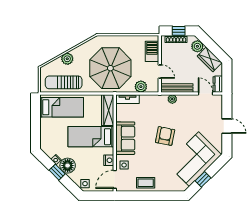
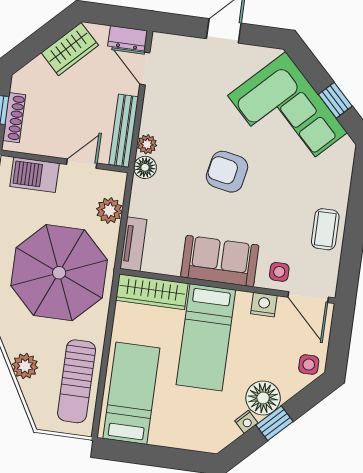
plant: (197, 46) -> (37, 72), removed
door: (205, 94) -> (145, 69), hinge flipped
floor lamp: (162, 100) -> (145, 167), added

